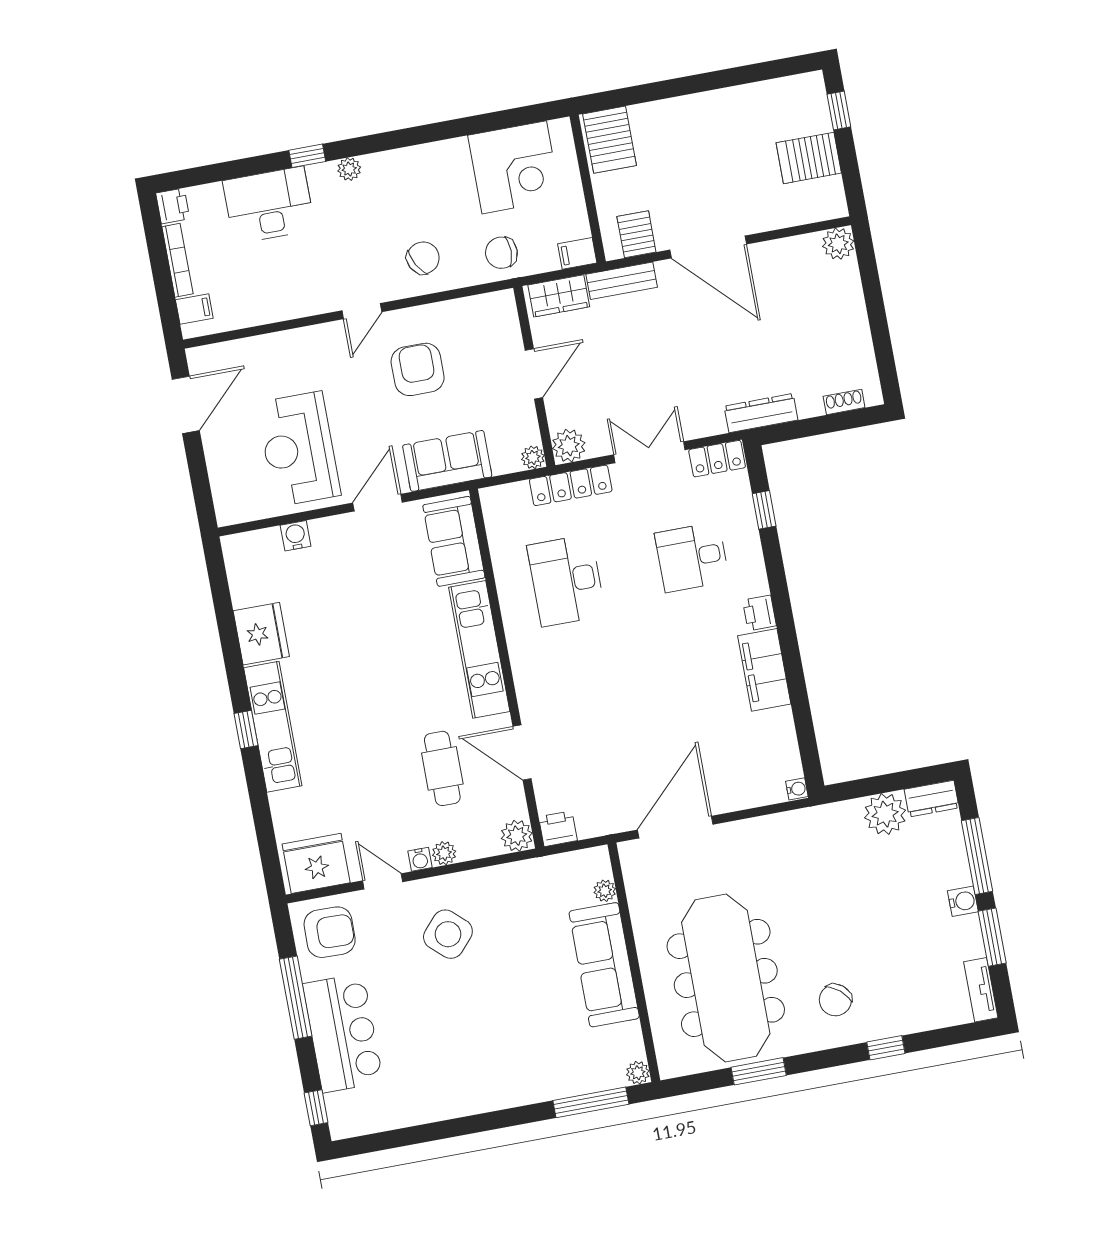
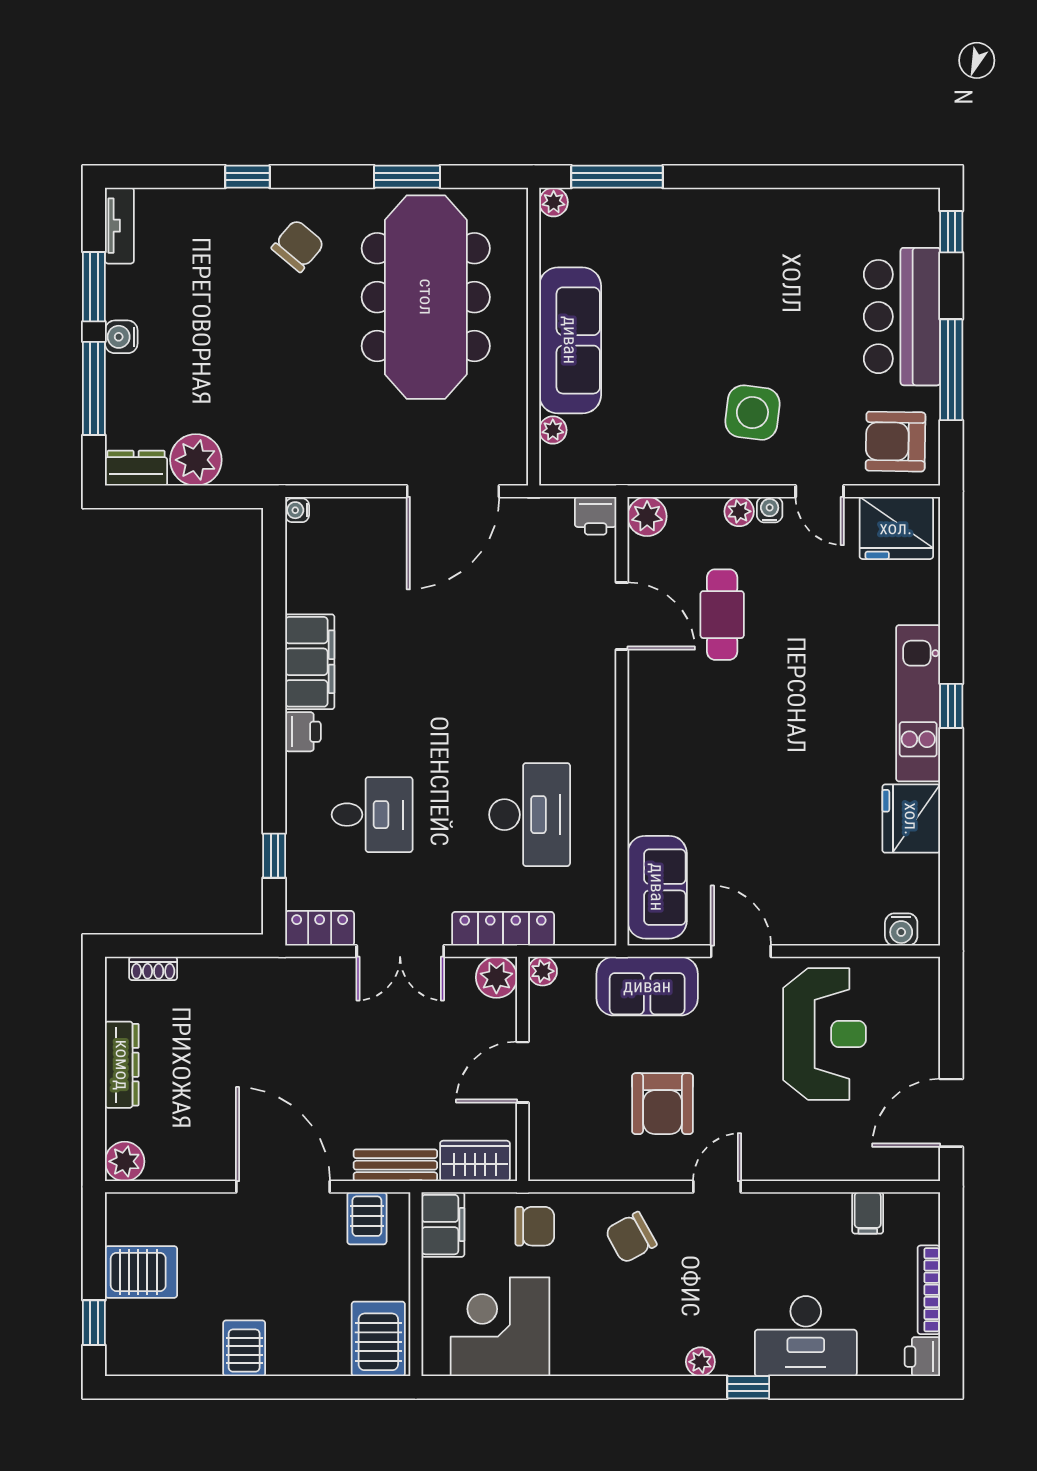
server rack: (715, 112) -> (244, 1348), added
filing cabinet: (577, 253) -> (443, 1225), width x2.00
filing cabinet: (194, 309) -> (868, 1213), moved, turned -90
dresser: (761, 413) -> (122, 1065), moved, turned -90
door: (378, 503) -> (741, 951), swing flipped
water cooler: (296, 536) -> (901, 929), moved
kitchen unit: (479, 649) -> (651, 751), removed
side table: (448, 934) -> (752, 413), turned -35

